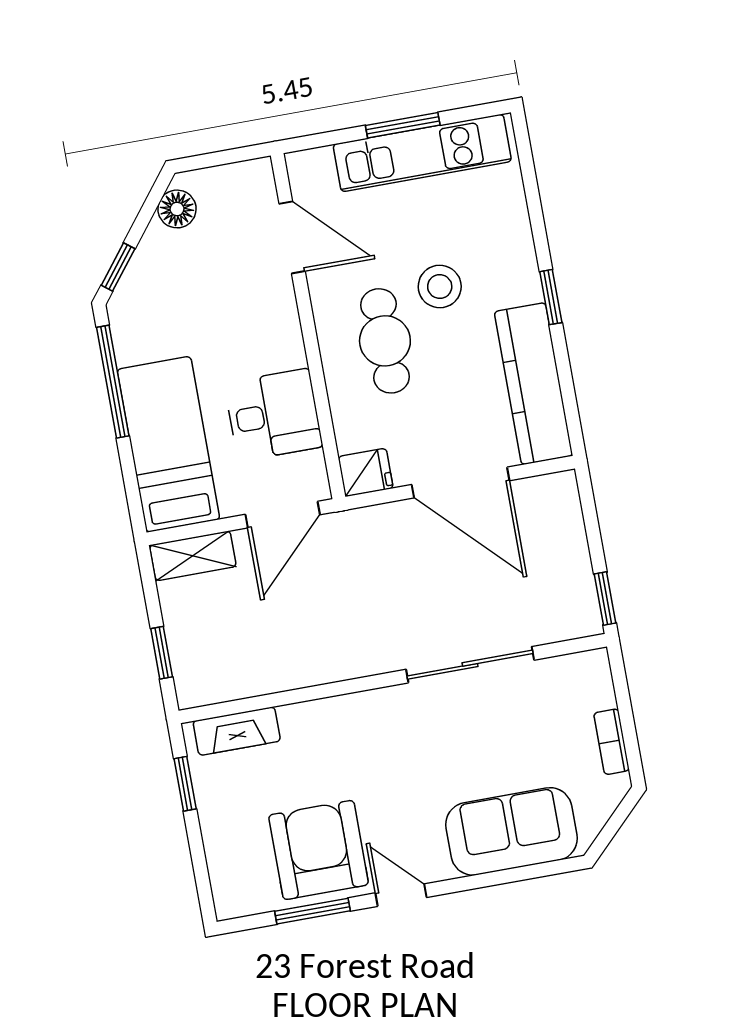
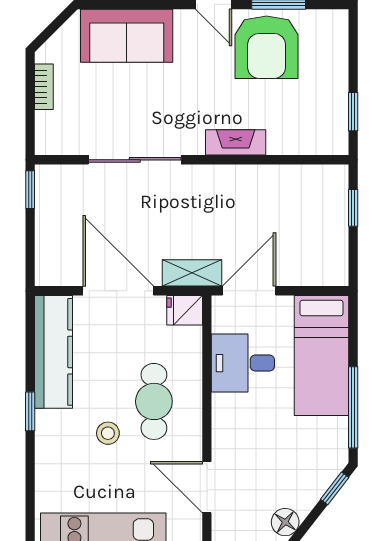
stool: (440, 286) -> (108, 433), width x0.73, depth x0.73
shelving: (193, 556) -> (192, 273), moved
fireplace: (237, 731) -> (236, 142), moved

